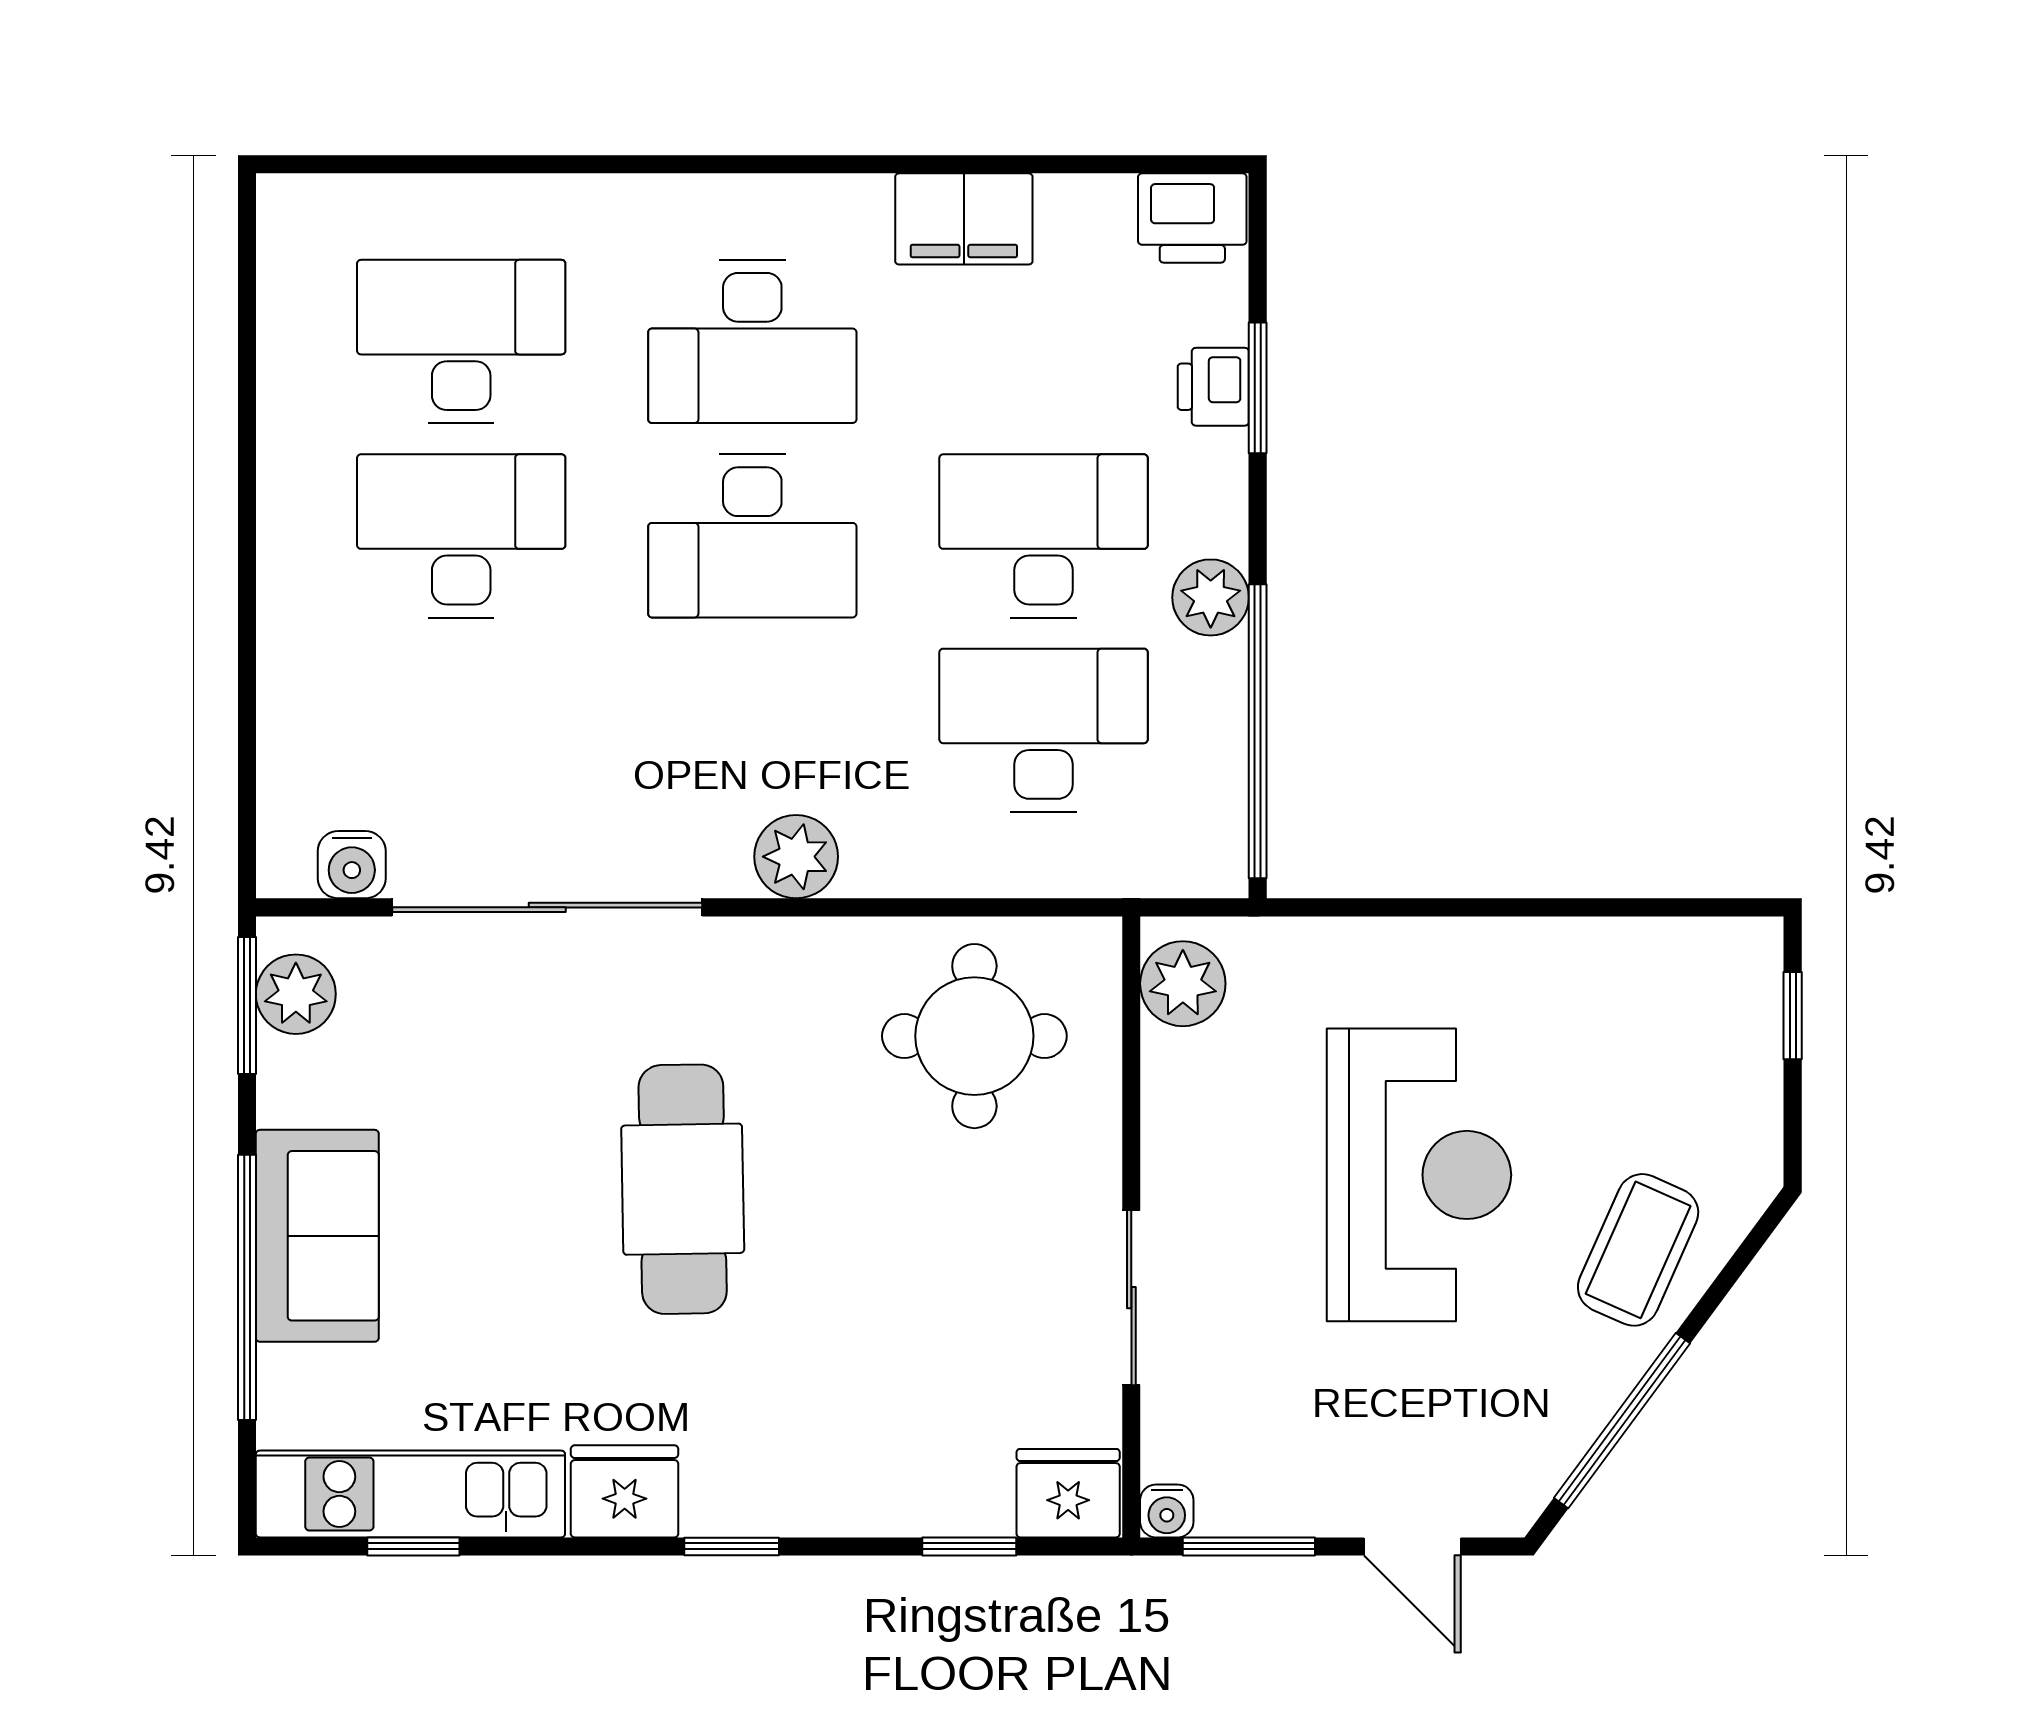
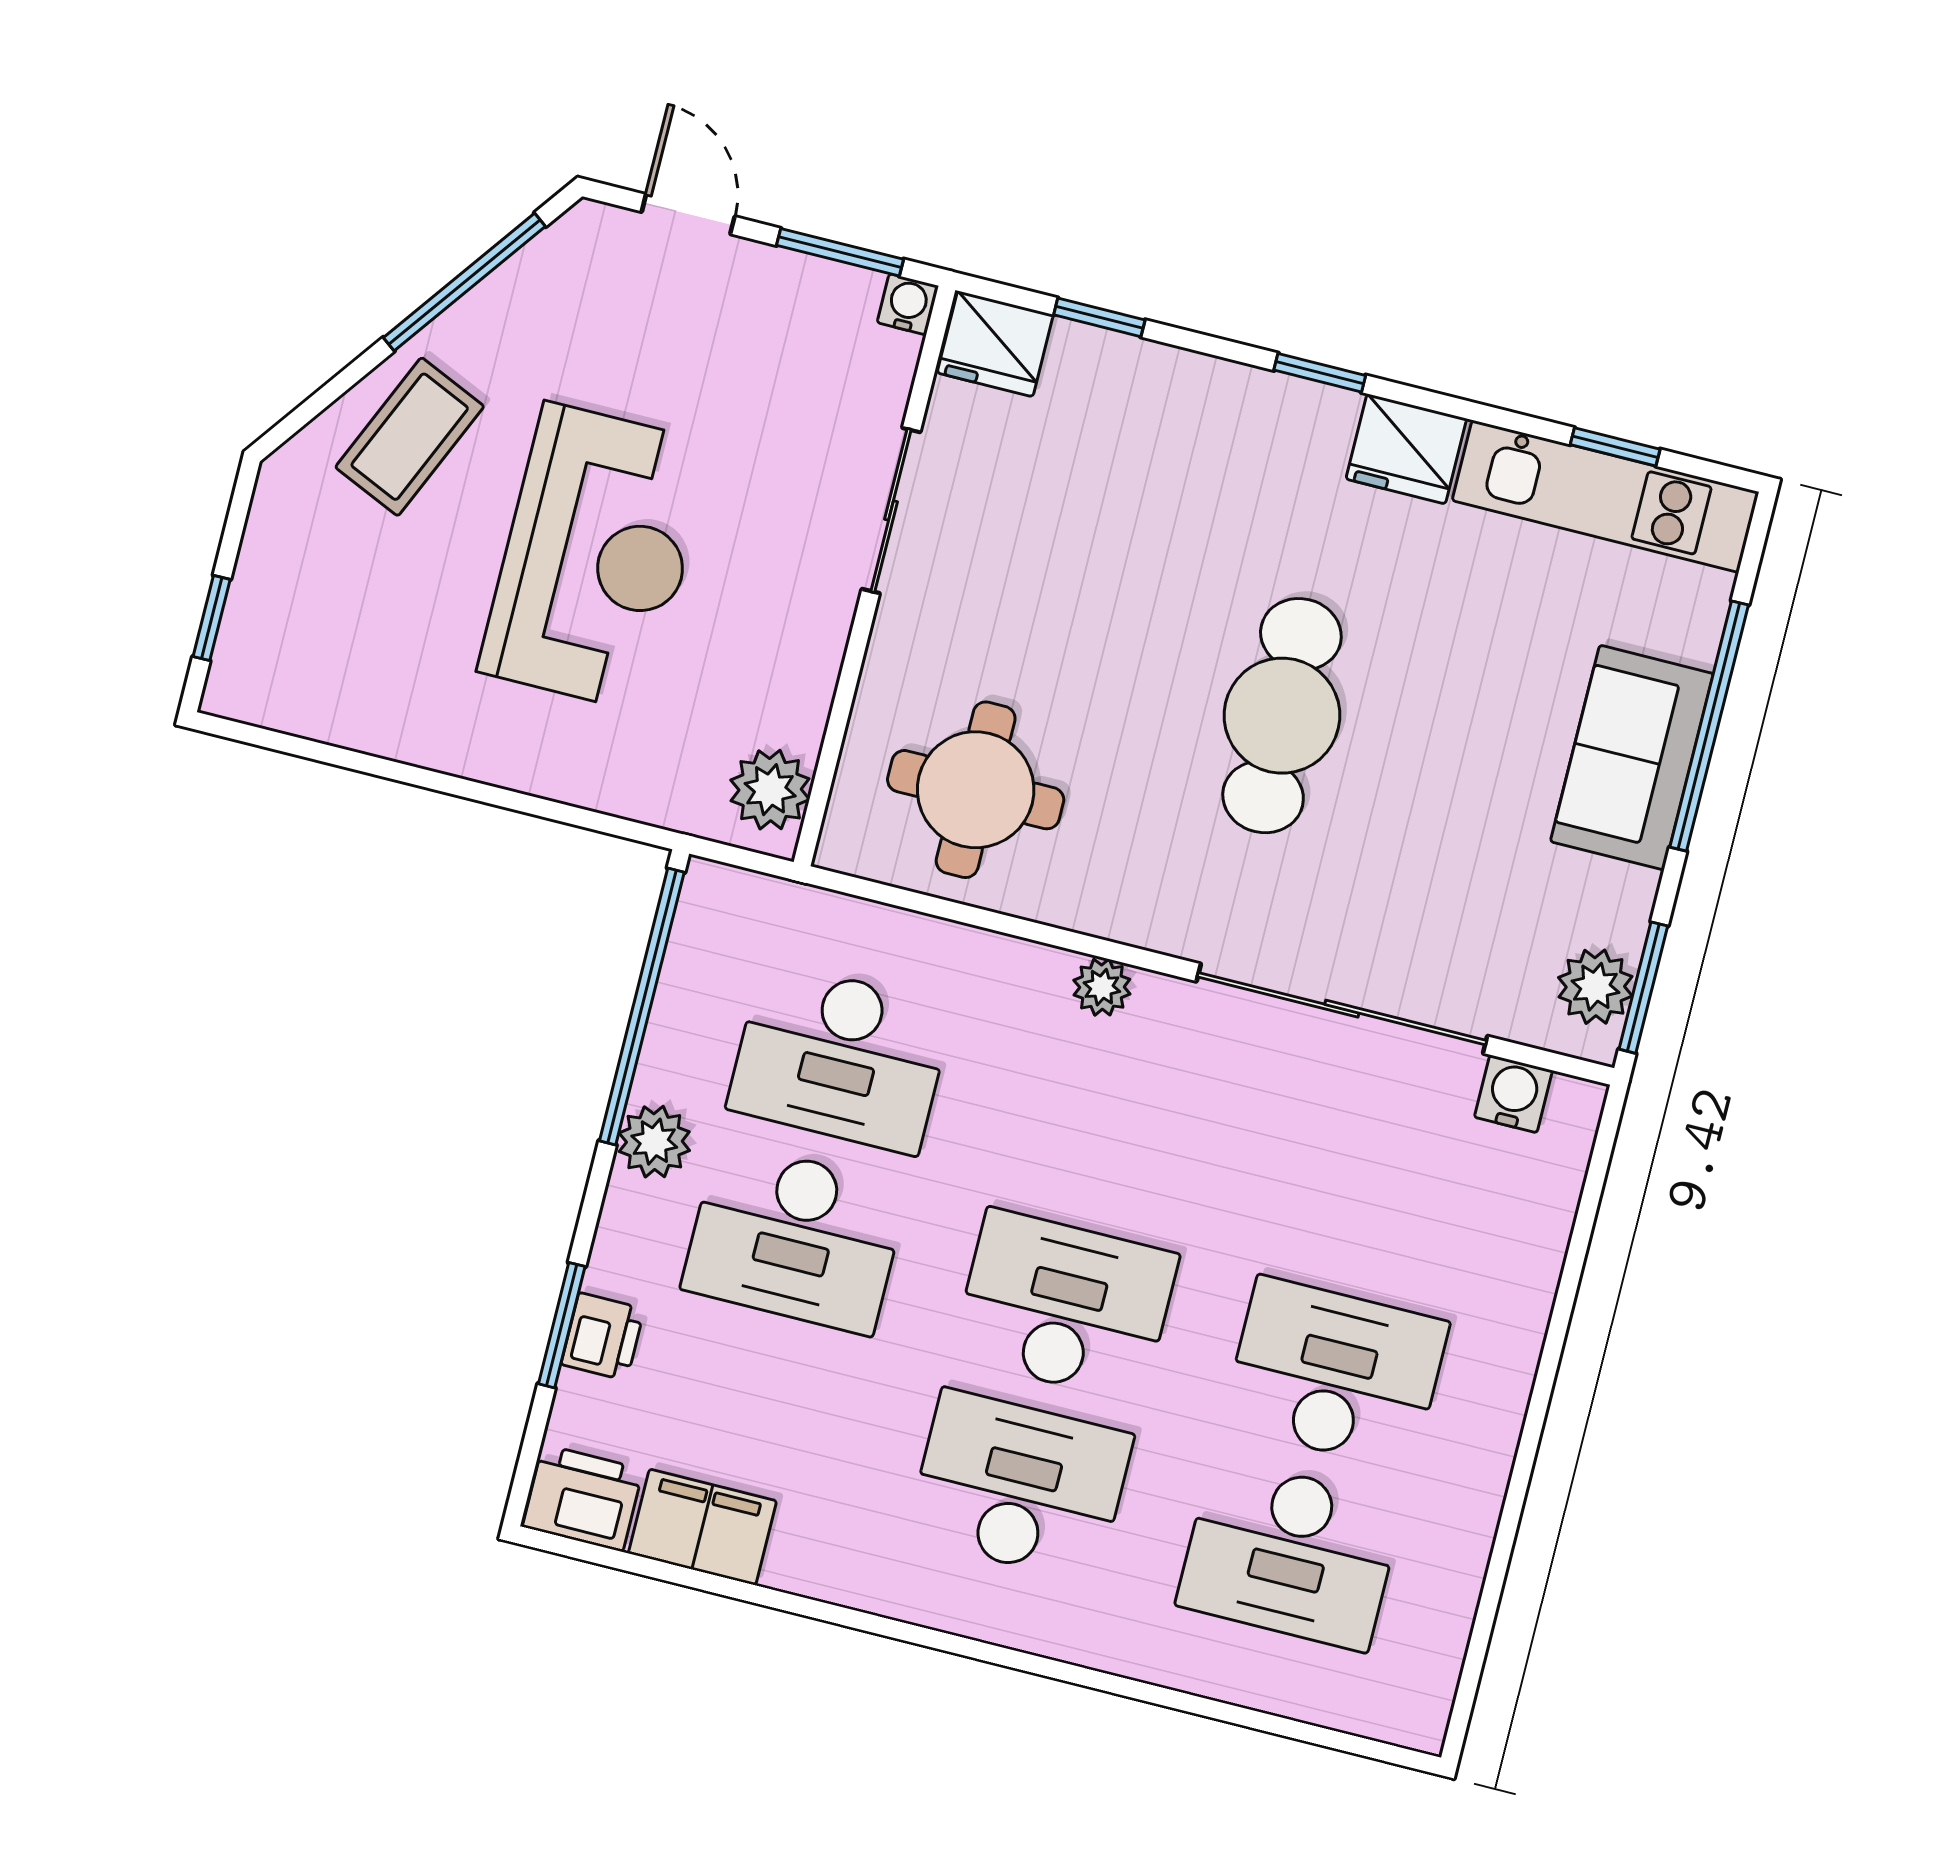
filing cabinet: (964, 219) -> (702, 1527), moved
desk: (461, 536) -> (1335, 1373), turned 180
plant: (796, 857) -> (1102, 987), width x0.73, depth x0.73
reception desk: (1419, 1175) -> (596, 557), turned 180

